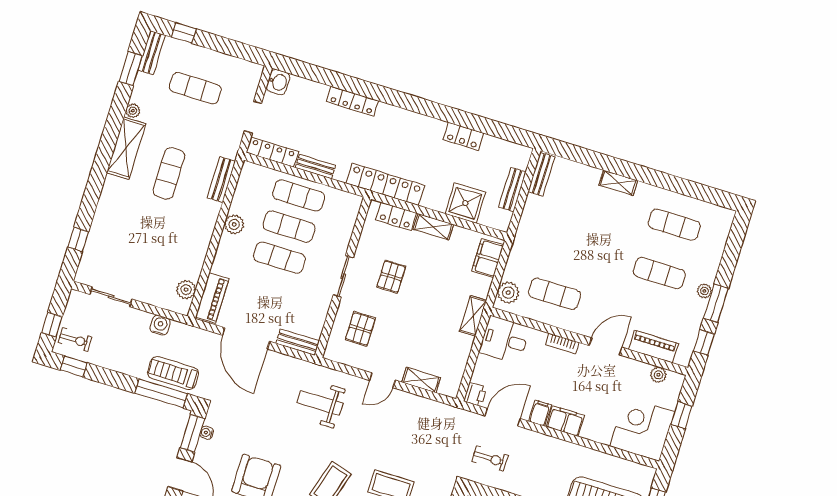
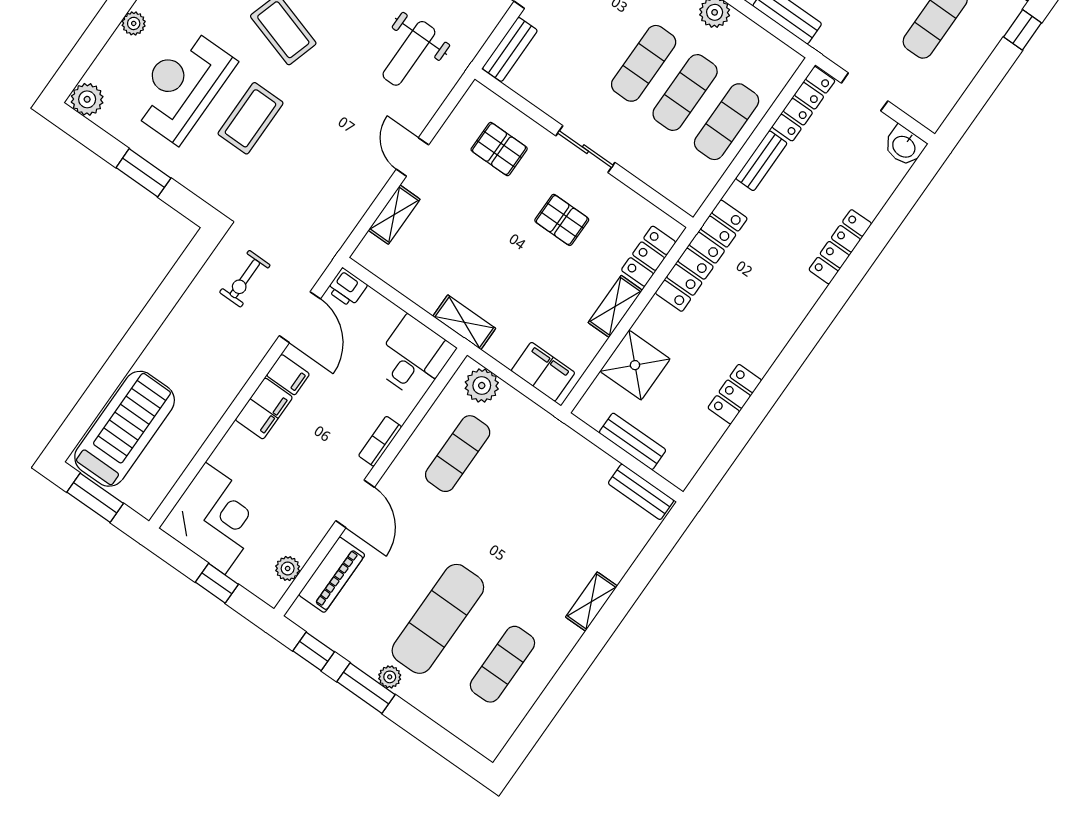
exercise mat: (659, 273) -> (438, 619), width x1.36, depth x1.45
weight bench: (320, 403) -> (409, 53), turned 180

